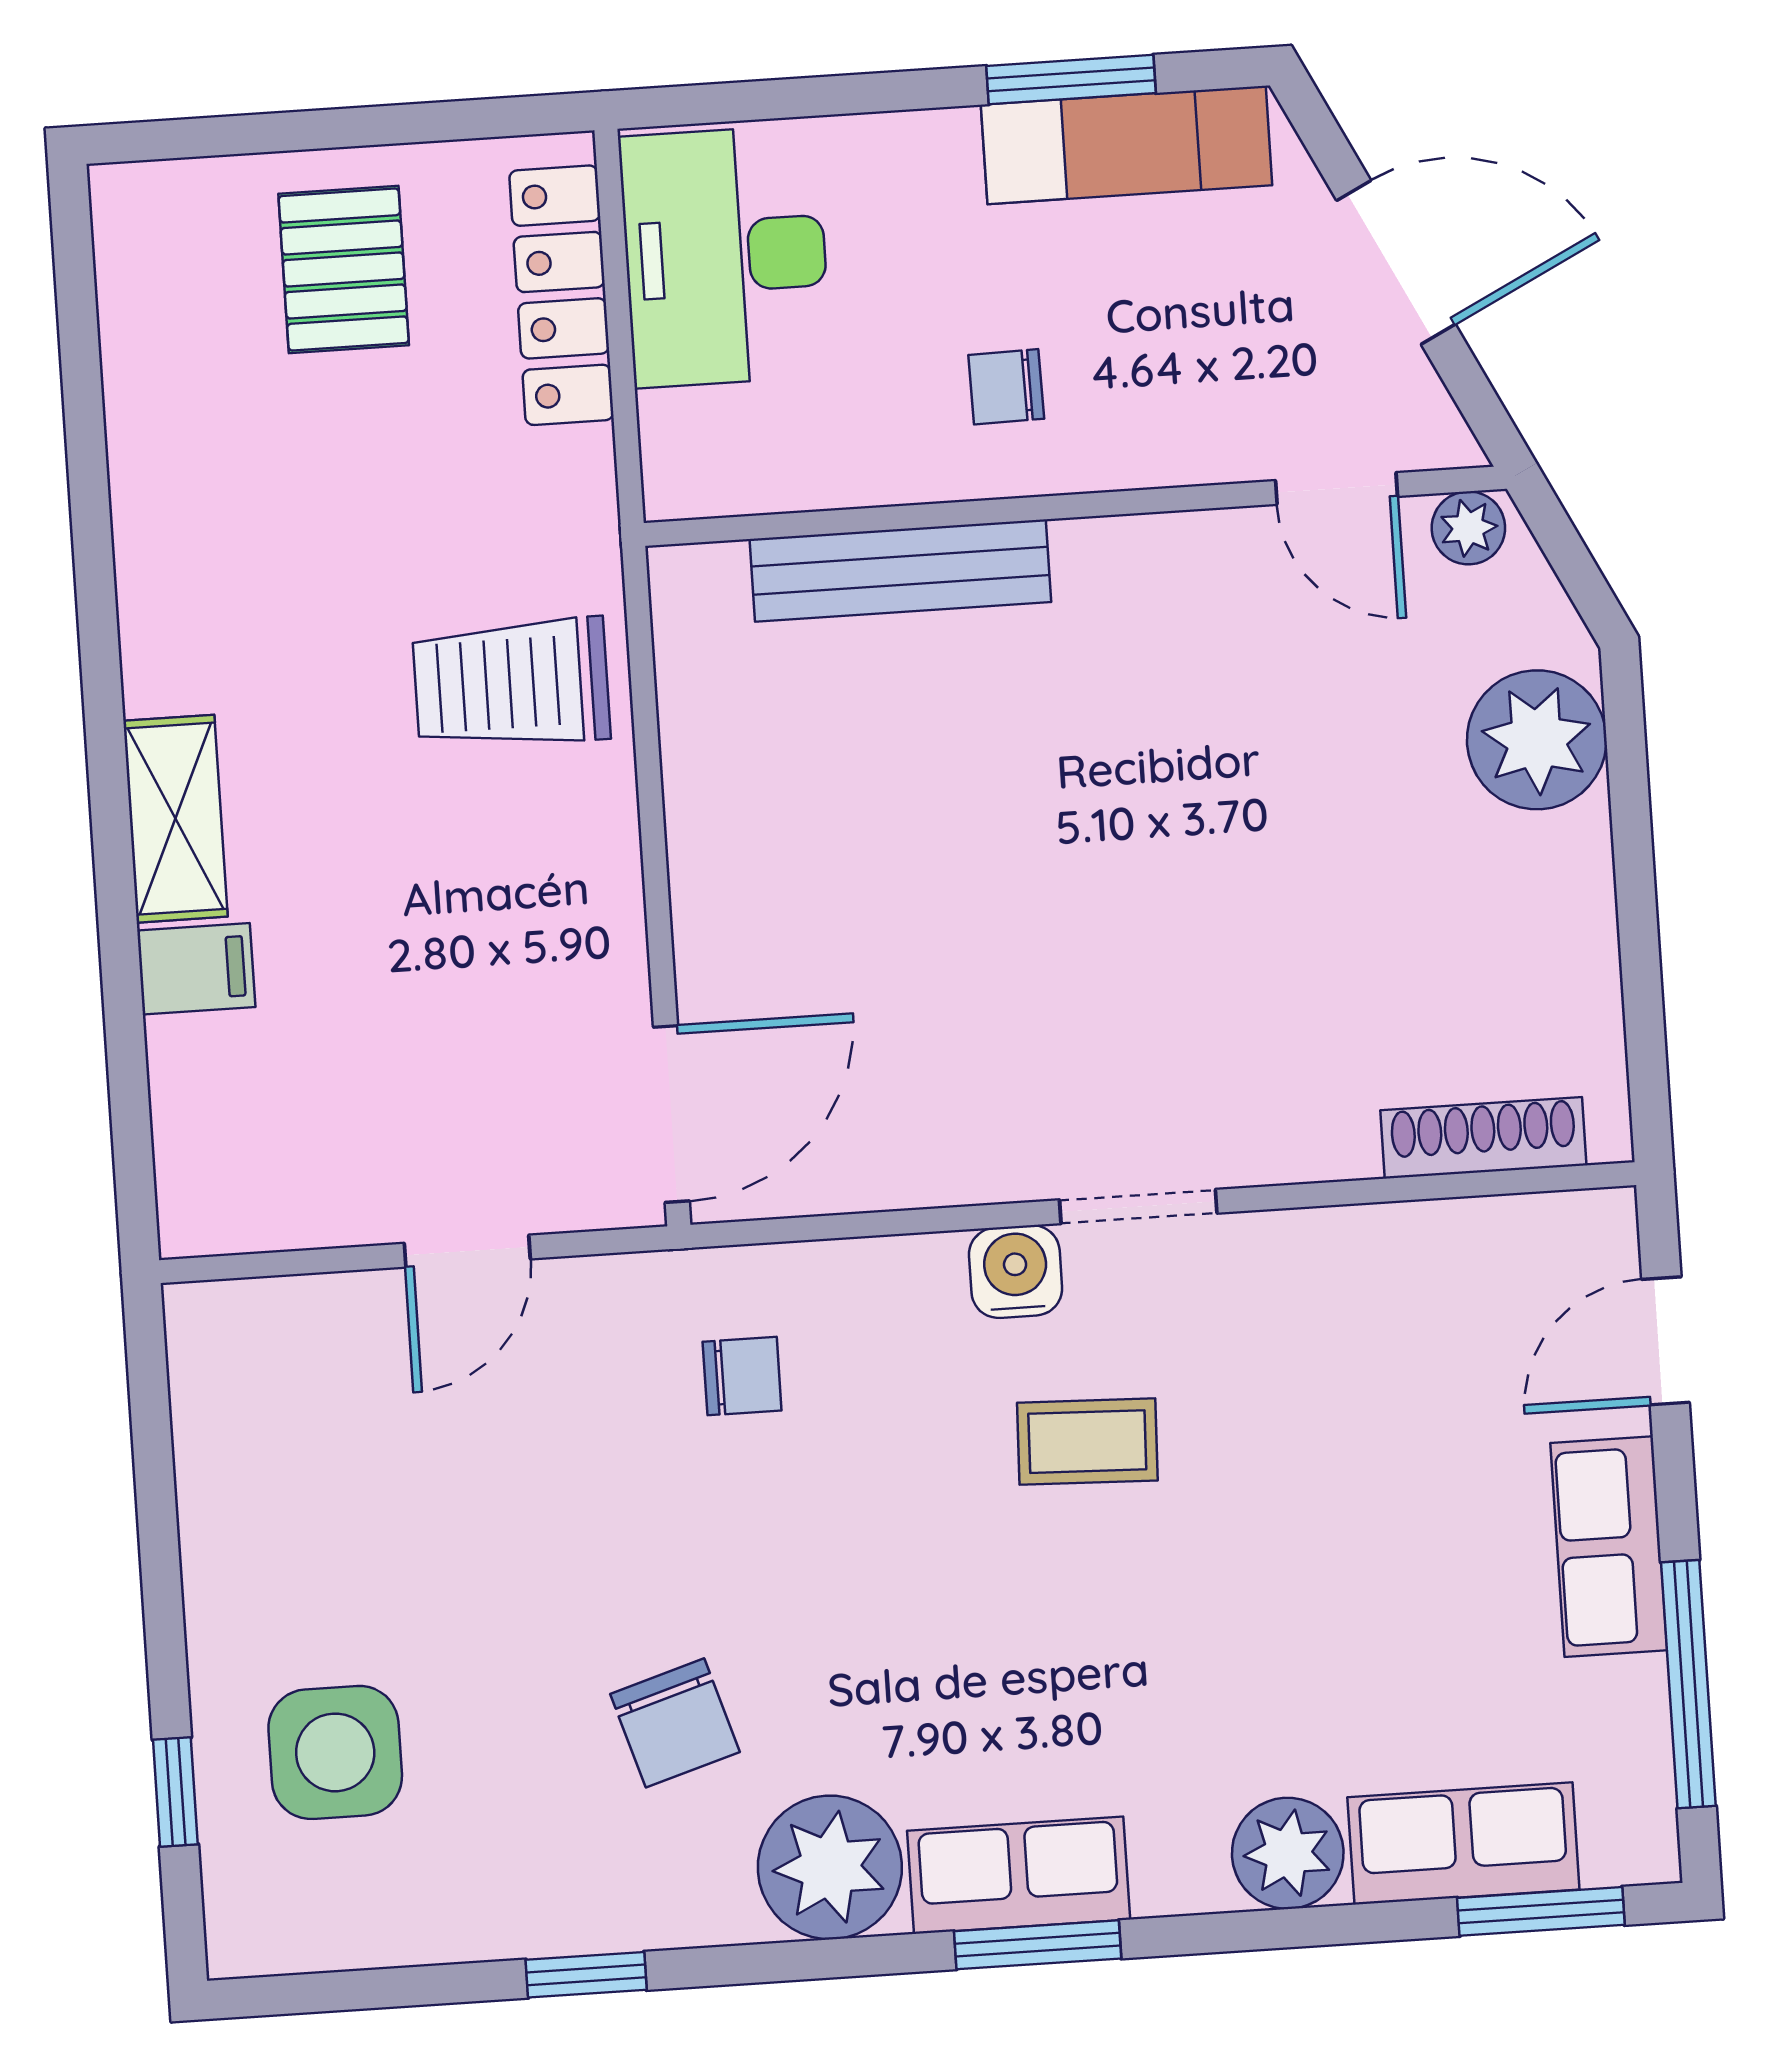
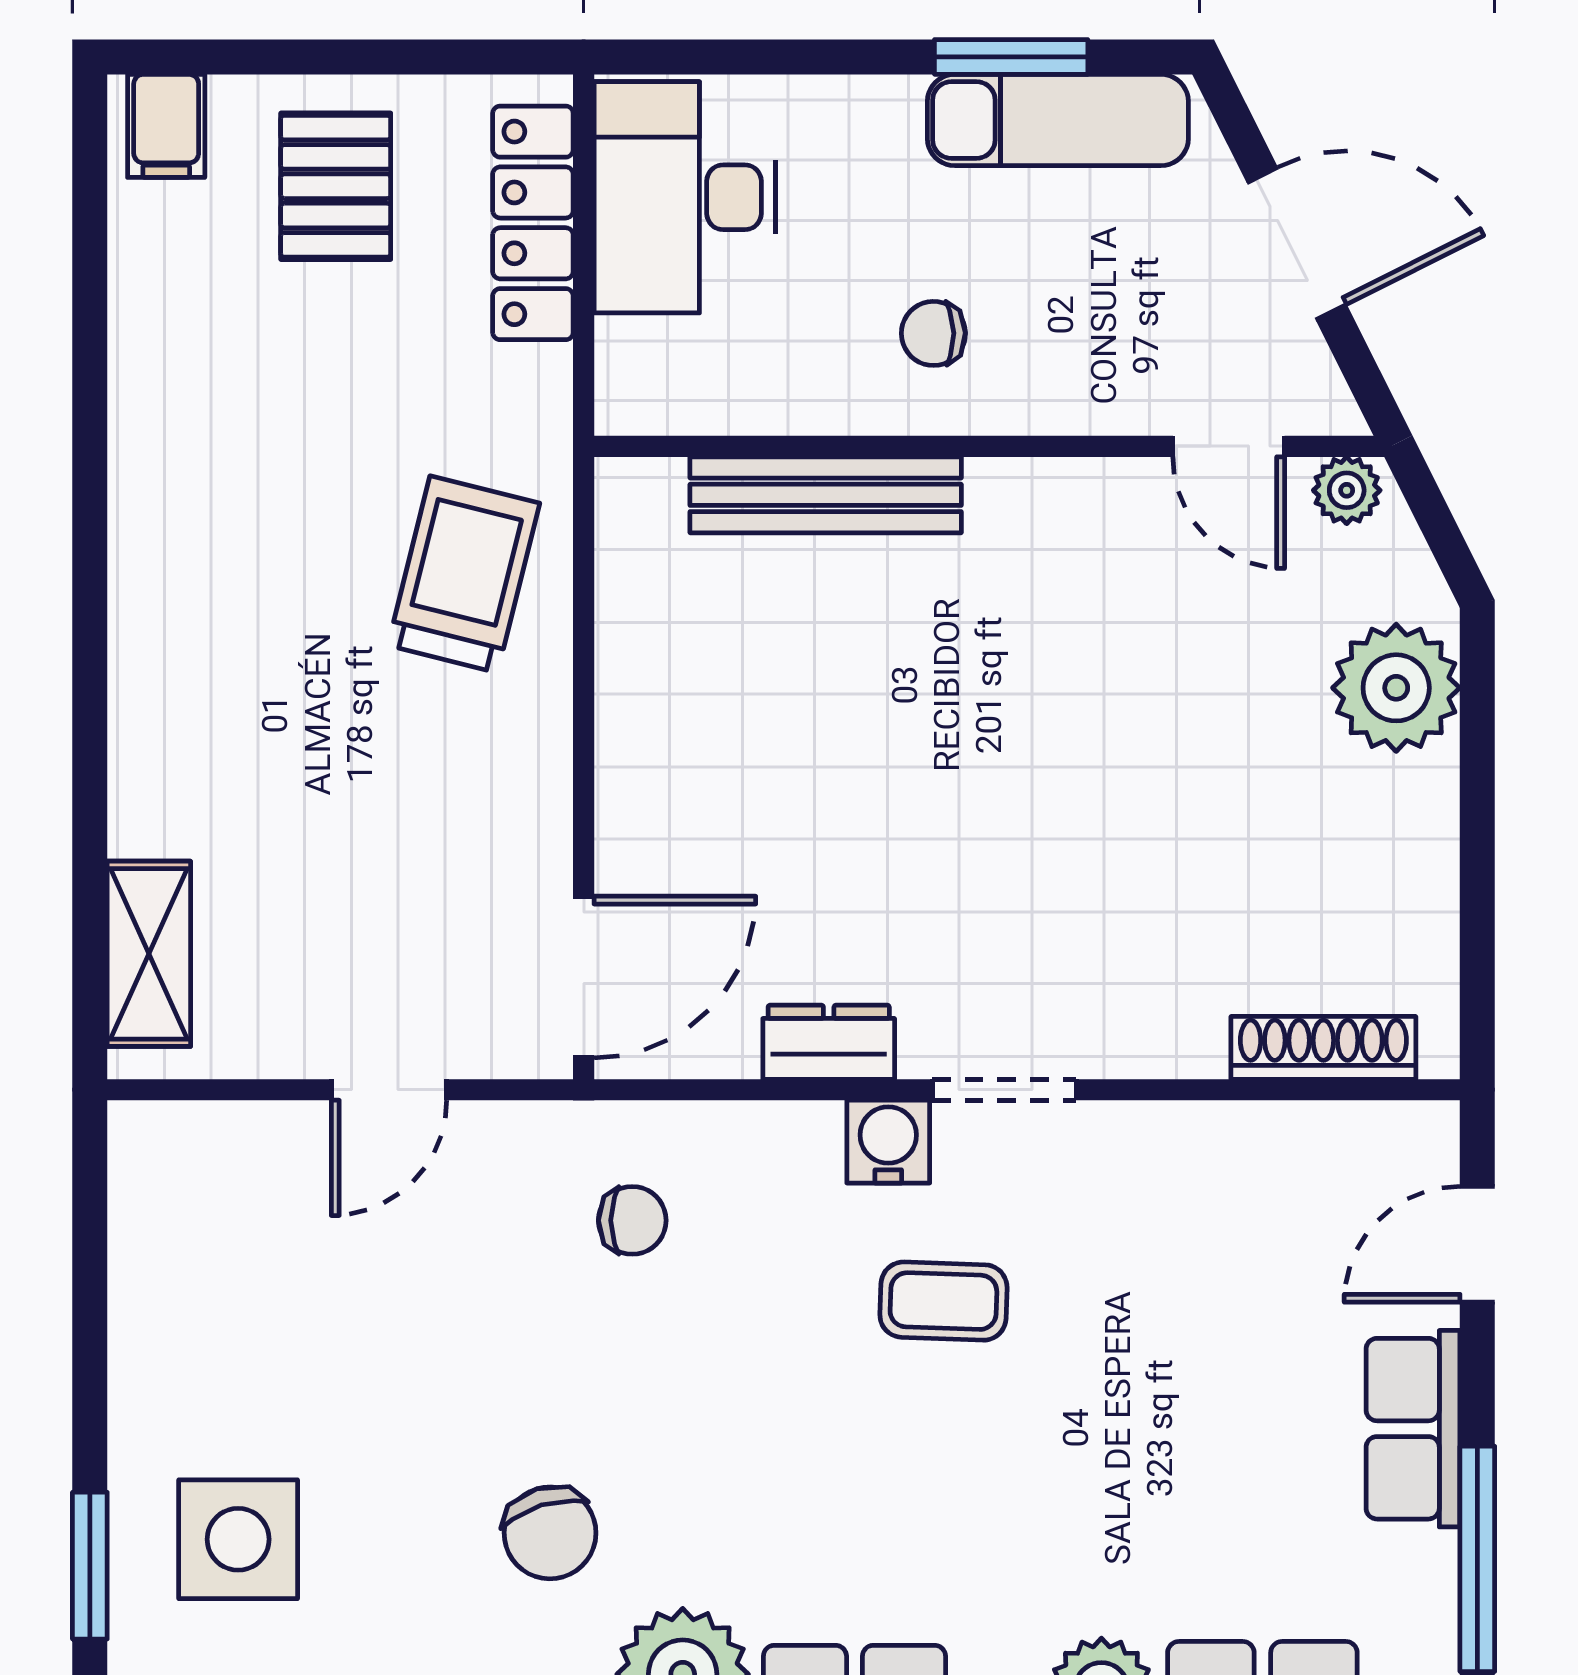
trolley: (511, 684) -> (464, 574), turned 104
shelving: (175, 819) -> (149, 954), moved
filing cabinet: (196, 969) -> (166, 126), moved, turned 90
dresser: (943, 1167) -> (829, 1042), added
window: (175, 1792) -> (90, 1566), width x1.50

